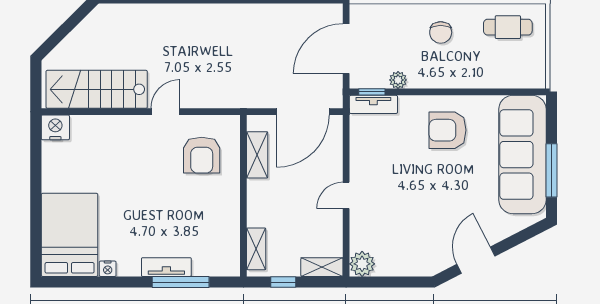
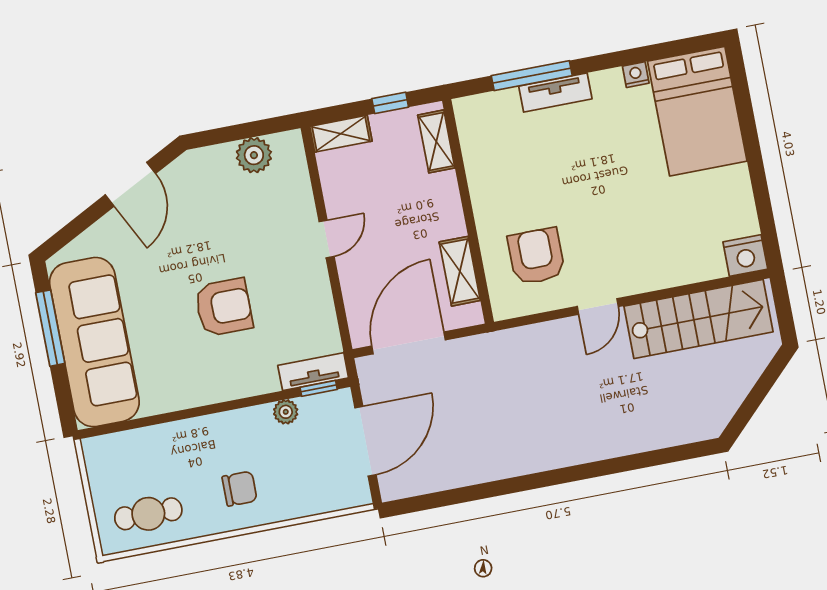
chair: (441, 32) -> (240, 489), turned 90
armchair: (448, 130) -> (224, 307), moved
plant: (362, 264) -> (254, 155), moved

